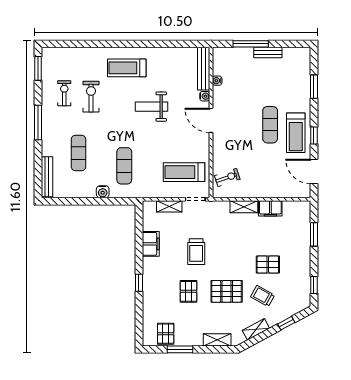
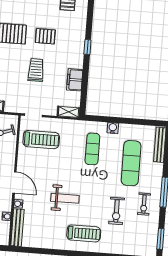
exercise bike: (64, 93) -> (144, 204), moved
exercise mat: (79, 153) -> (131, 163), width x1.36, depth x1.45
shelving: (169, 206) -> (69, 112), moved
pallet: (188, 291) -> (45, 36), turned 90

